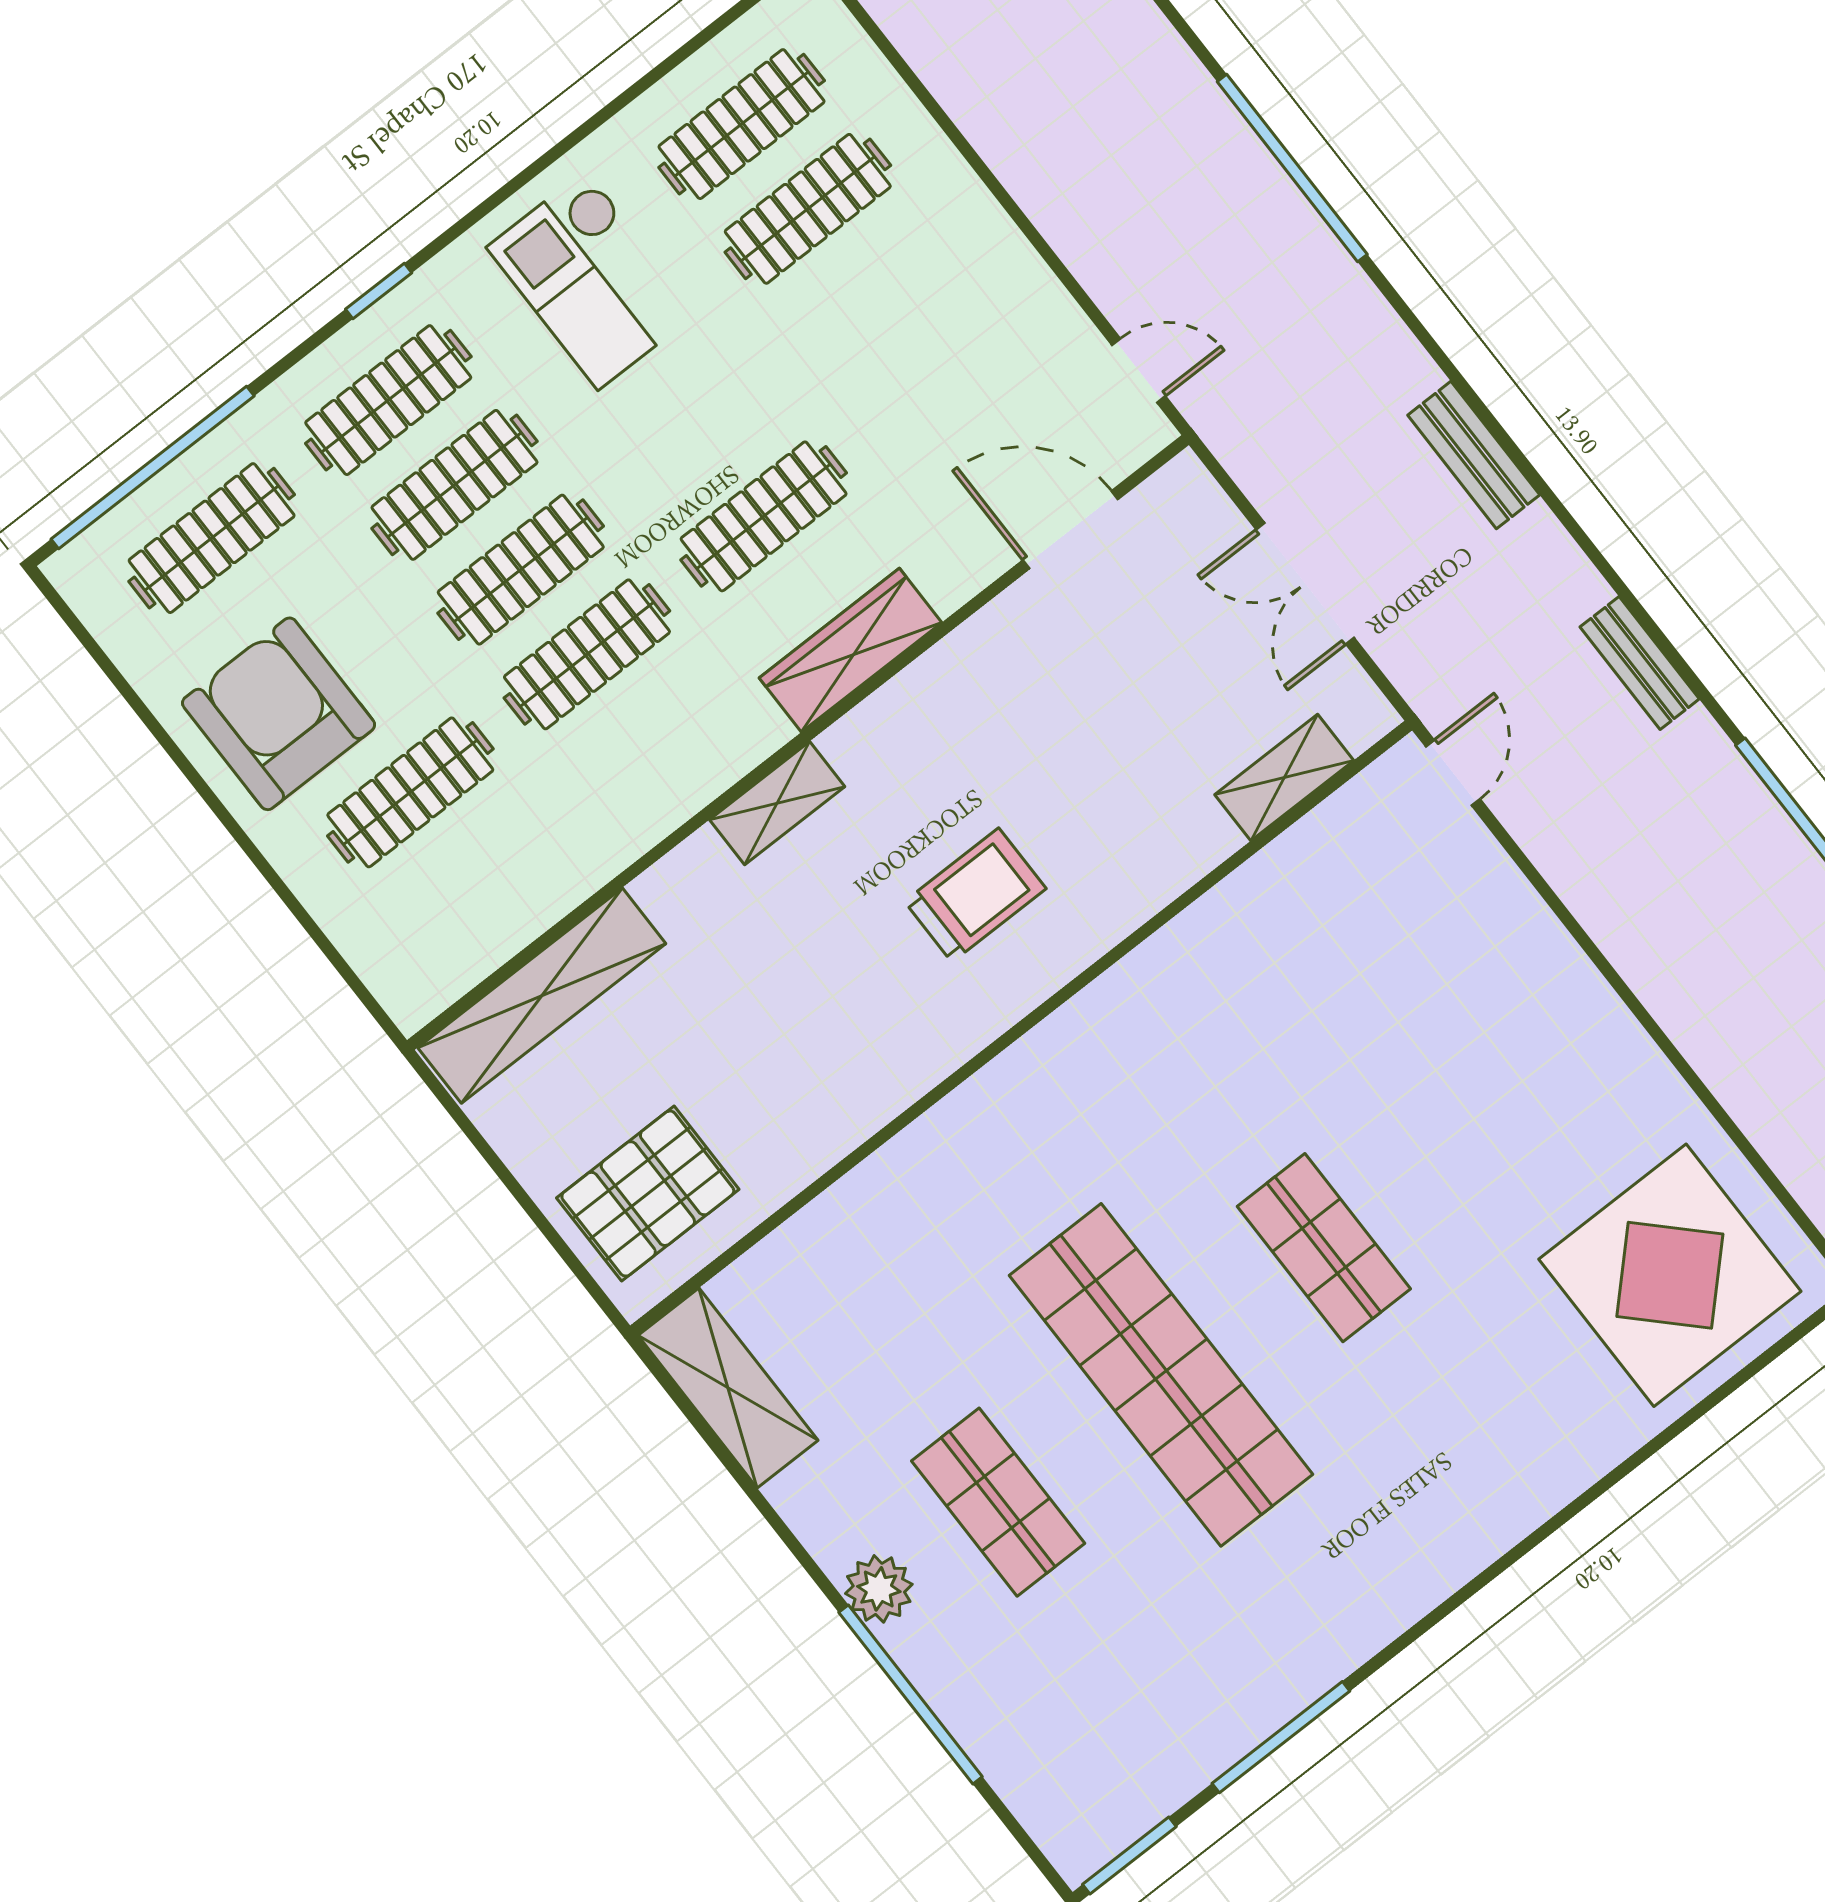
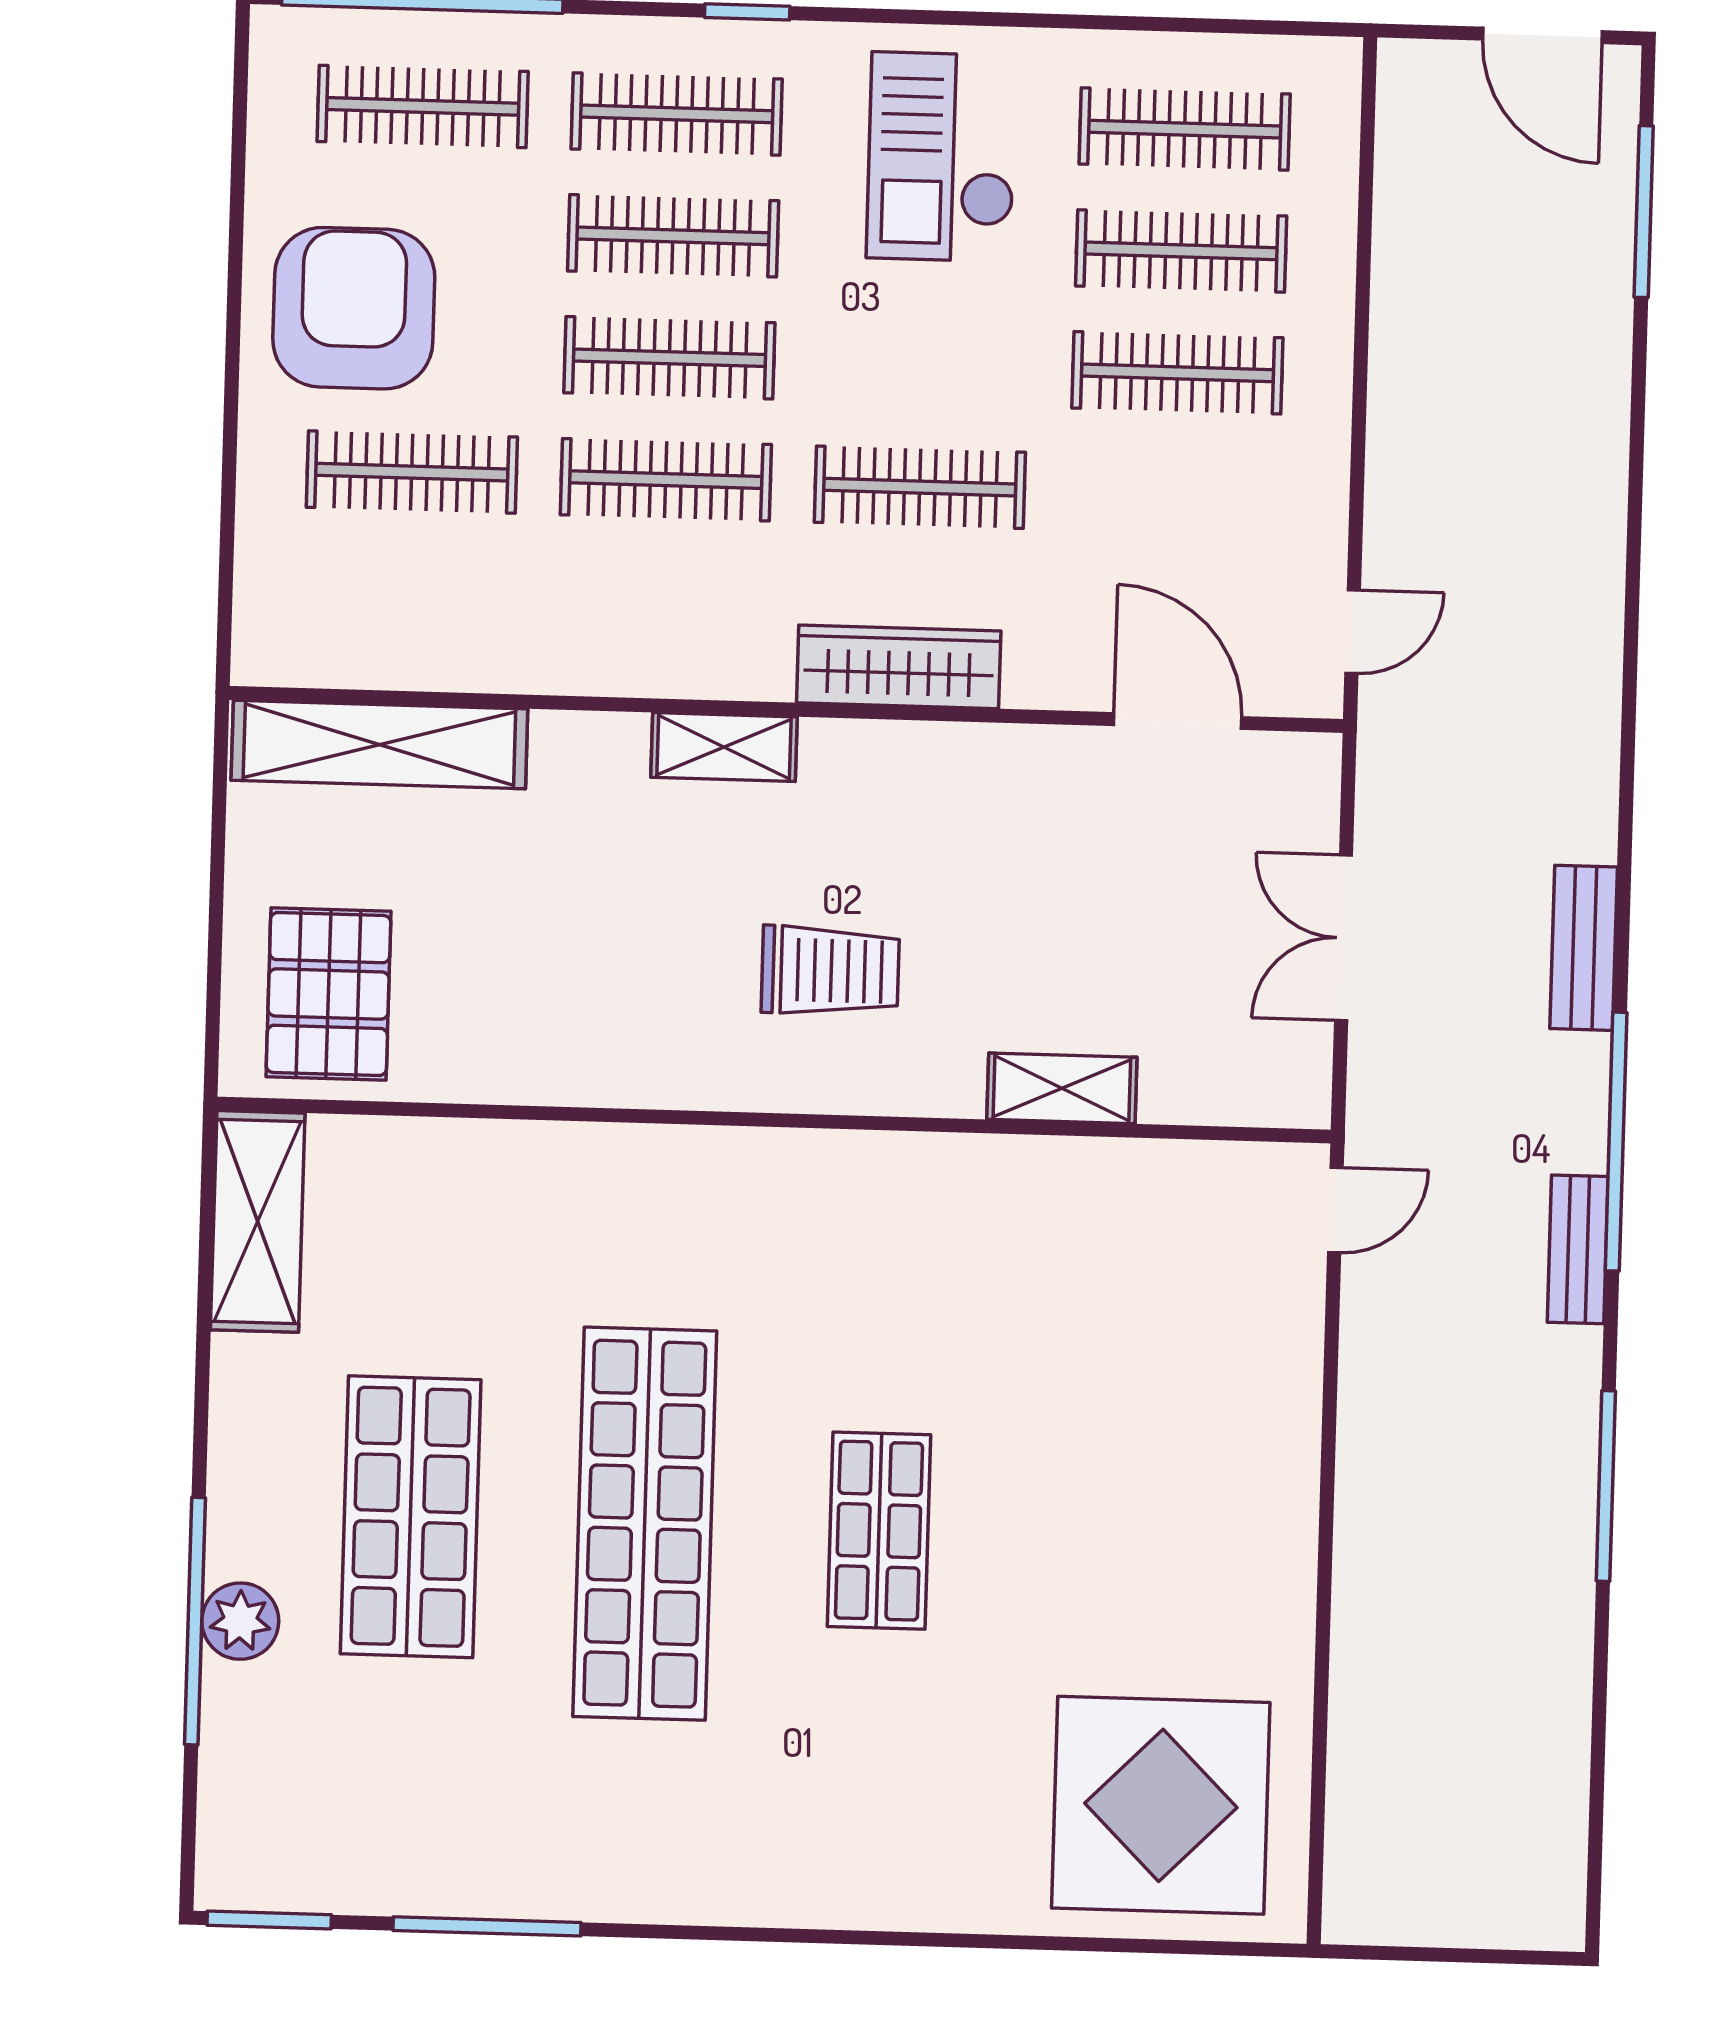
window: (1292, 168) -> (1616, 1142), moved
clothes rail: (874, 294) -> (1177, 373), added
door: (1139, 371) -> (1353, 632), hinge flipped
shelving: (1284, 778) -> (1062, 1088), moved
pallet: (648, 1194) -> (329, 994), turned 90
shop shelf: (998, 1502) -> (411, 1517), width x1.43, depth x1.36
plant: (879, 1589) -> (240, 1621), moved

